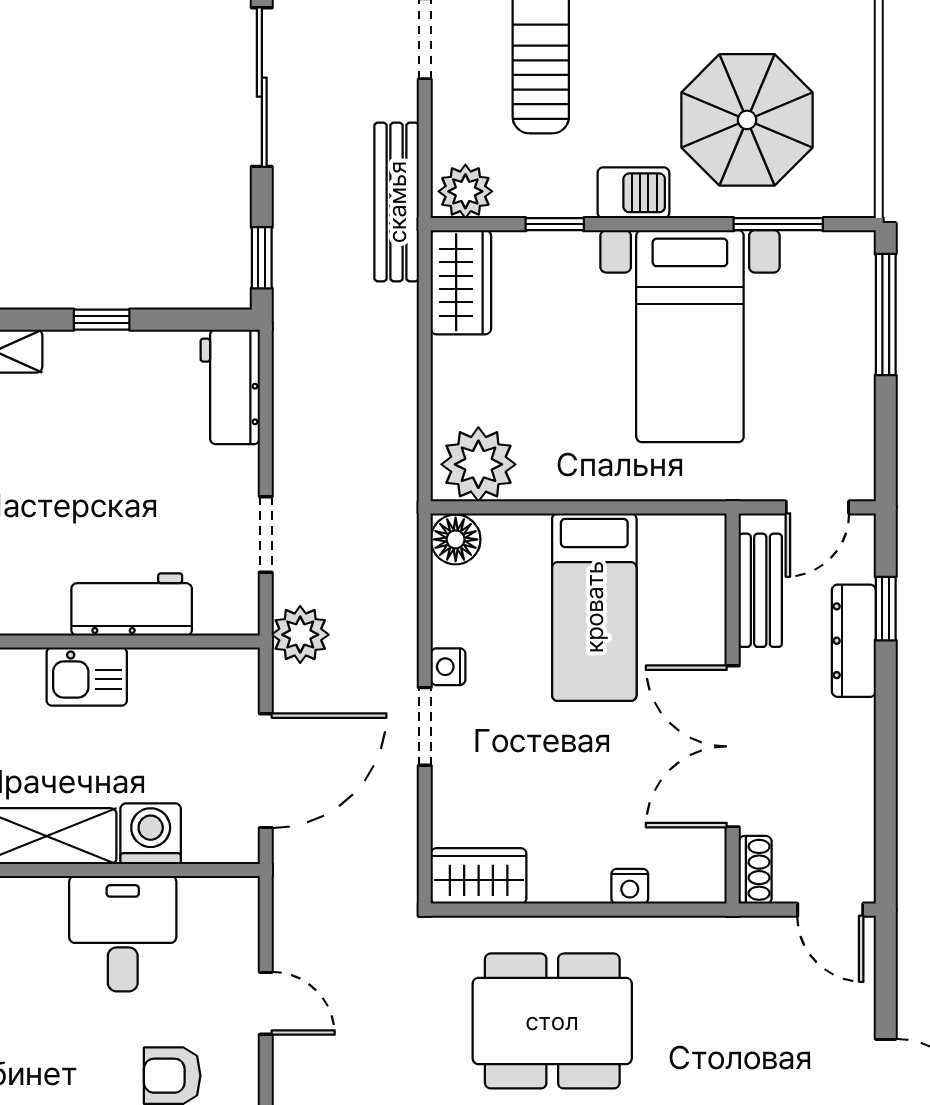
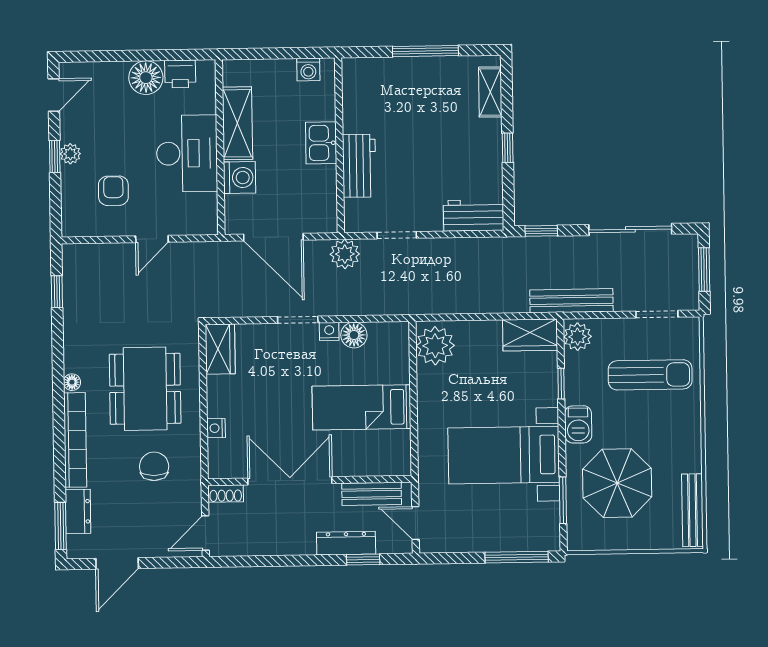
floor lamp: (456, 539) -> (354, 335), moved
desk: (123, 934) -> (187, 153), width x1.37
chair: (701, 1006) -> (154, 466), added

